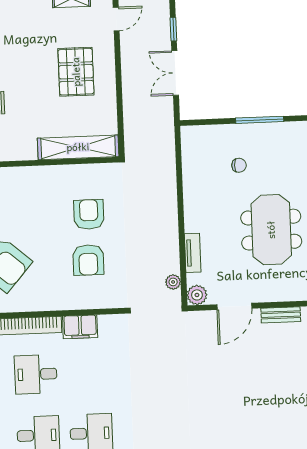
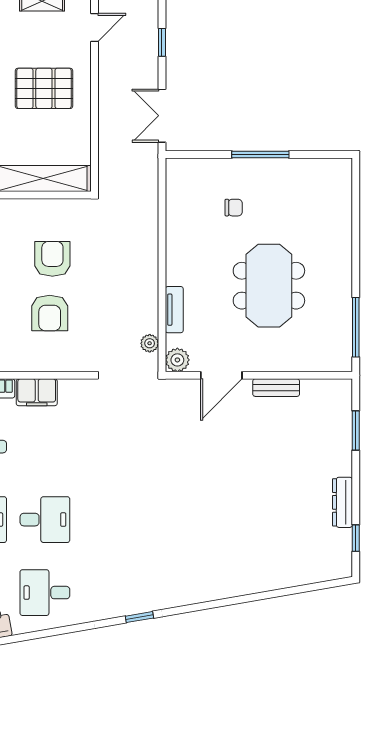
pallet: (76, 72) -> (44, 88), turned 90
double door: (175, 73) -> (162, 116), moved

